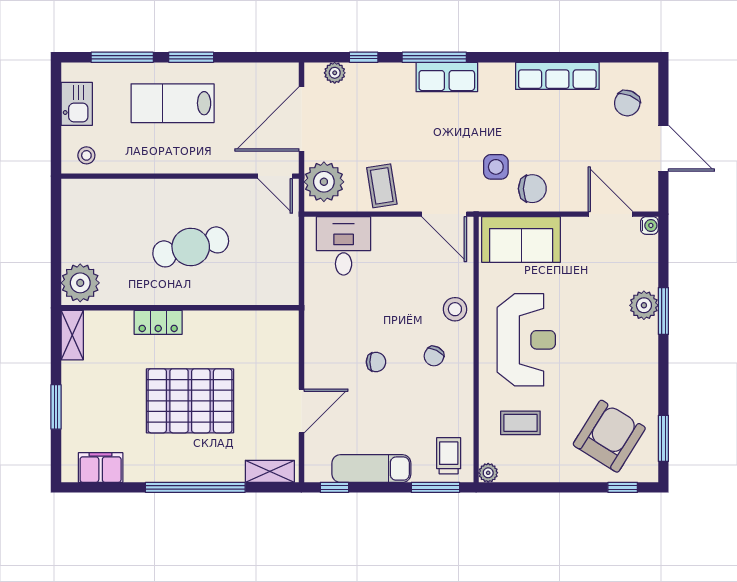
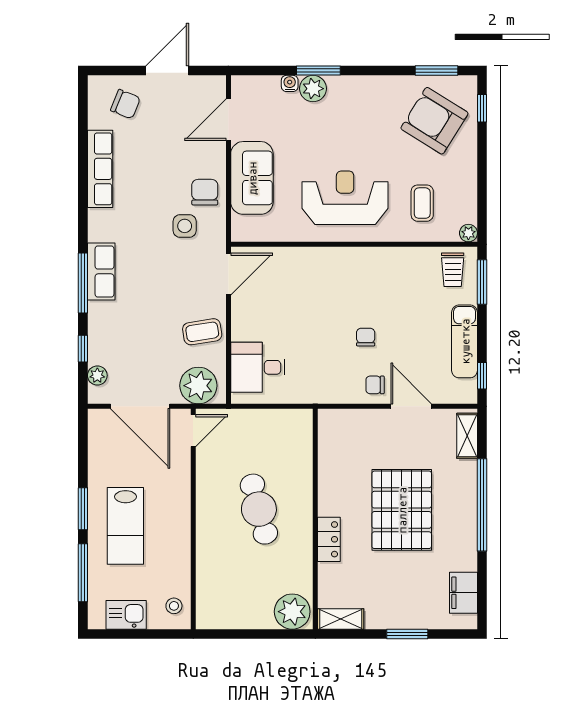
water cooler: (649, 225) -> (290, 83), moved
sofa: (521, 239) -> (252, 178), moved
stool: (455, 309) -> (317, 264), removed
chair: (434, 356) -> (375, 385), moved, turned 153
trolley: (449, 456) -> (453, 270), turned -90

